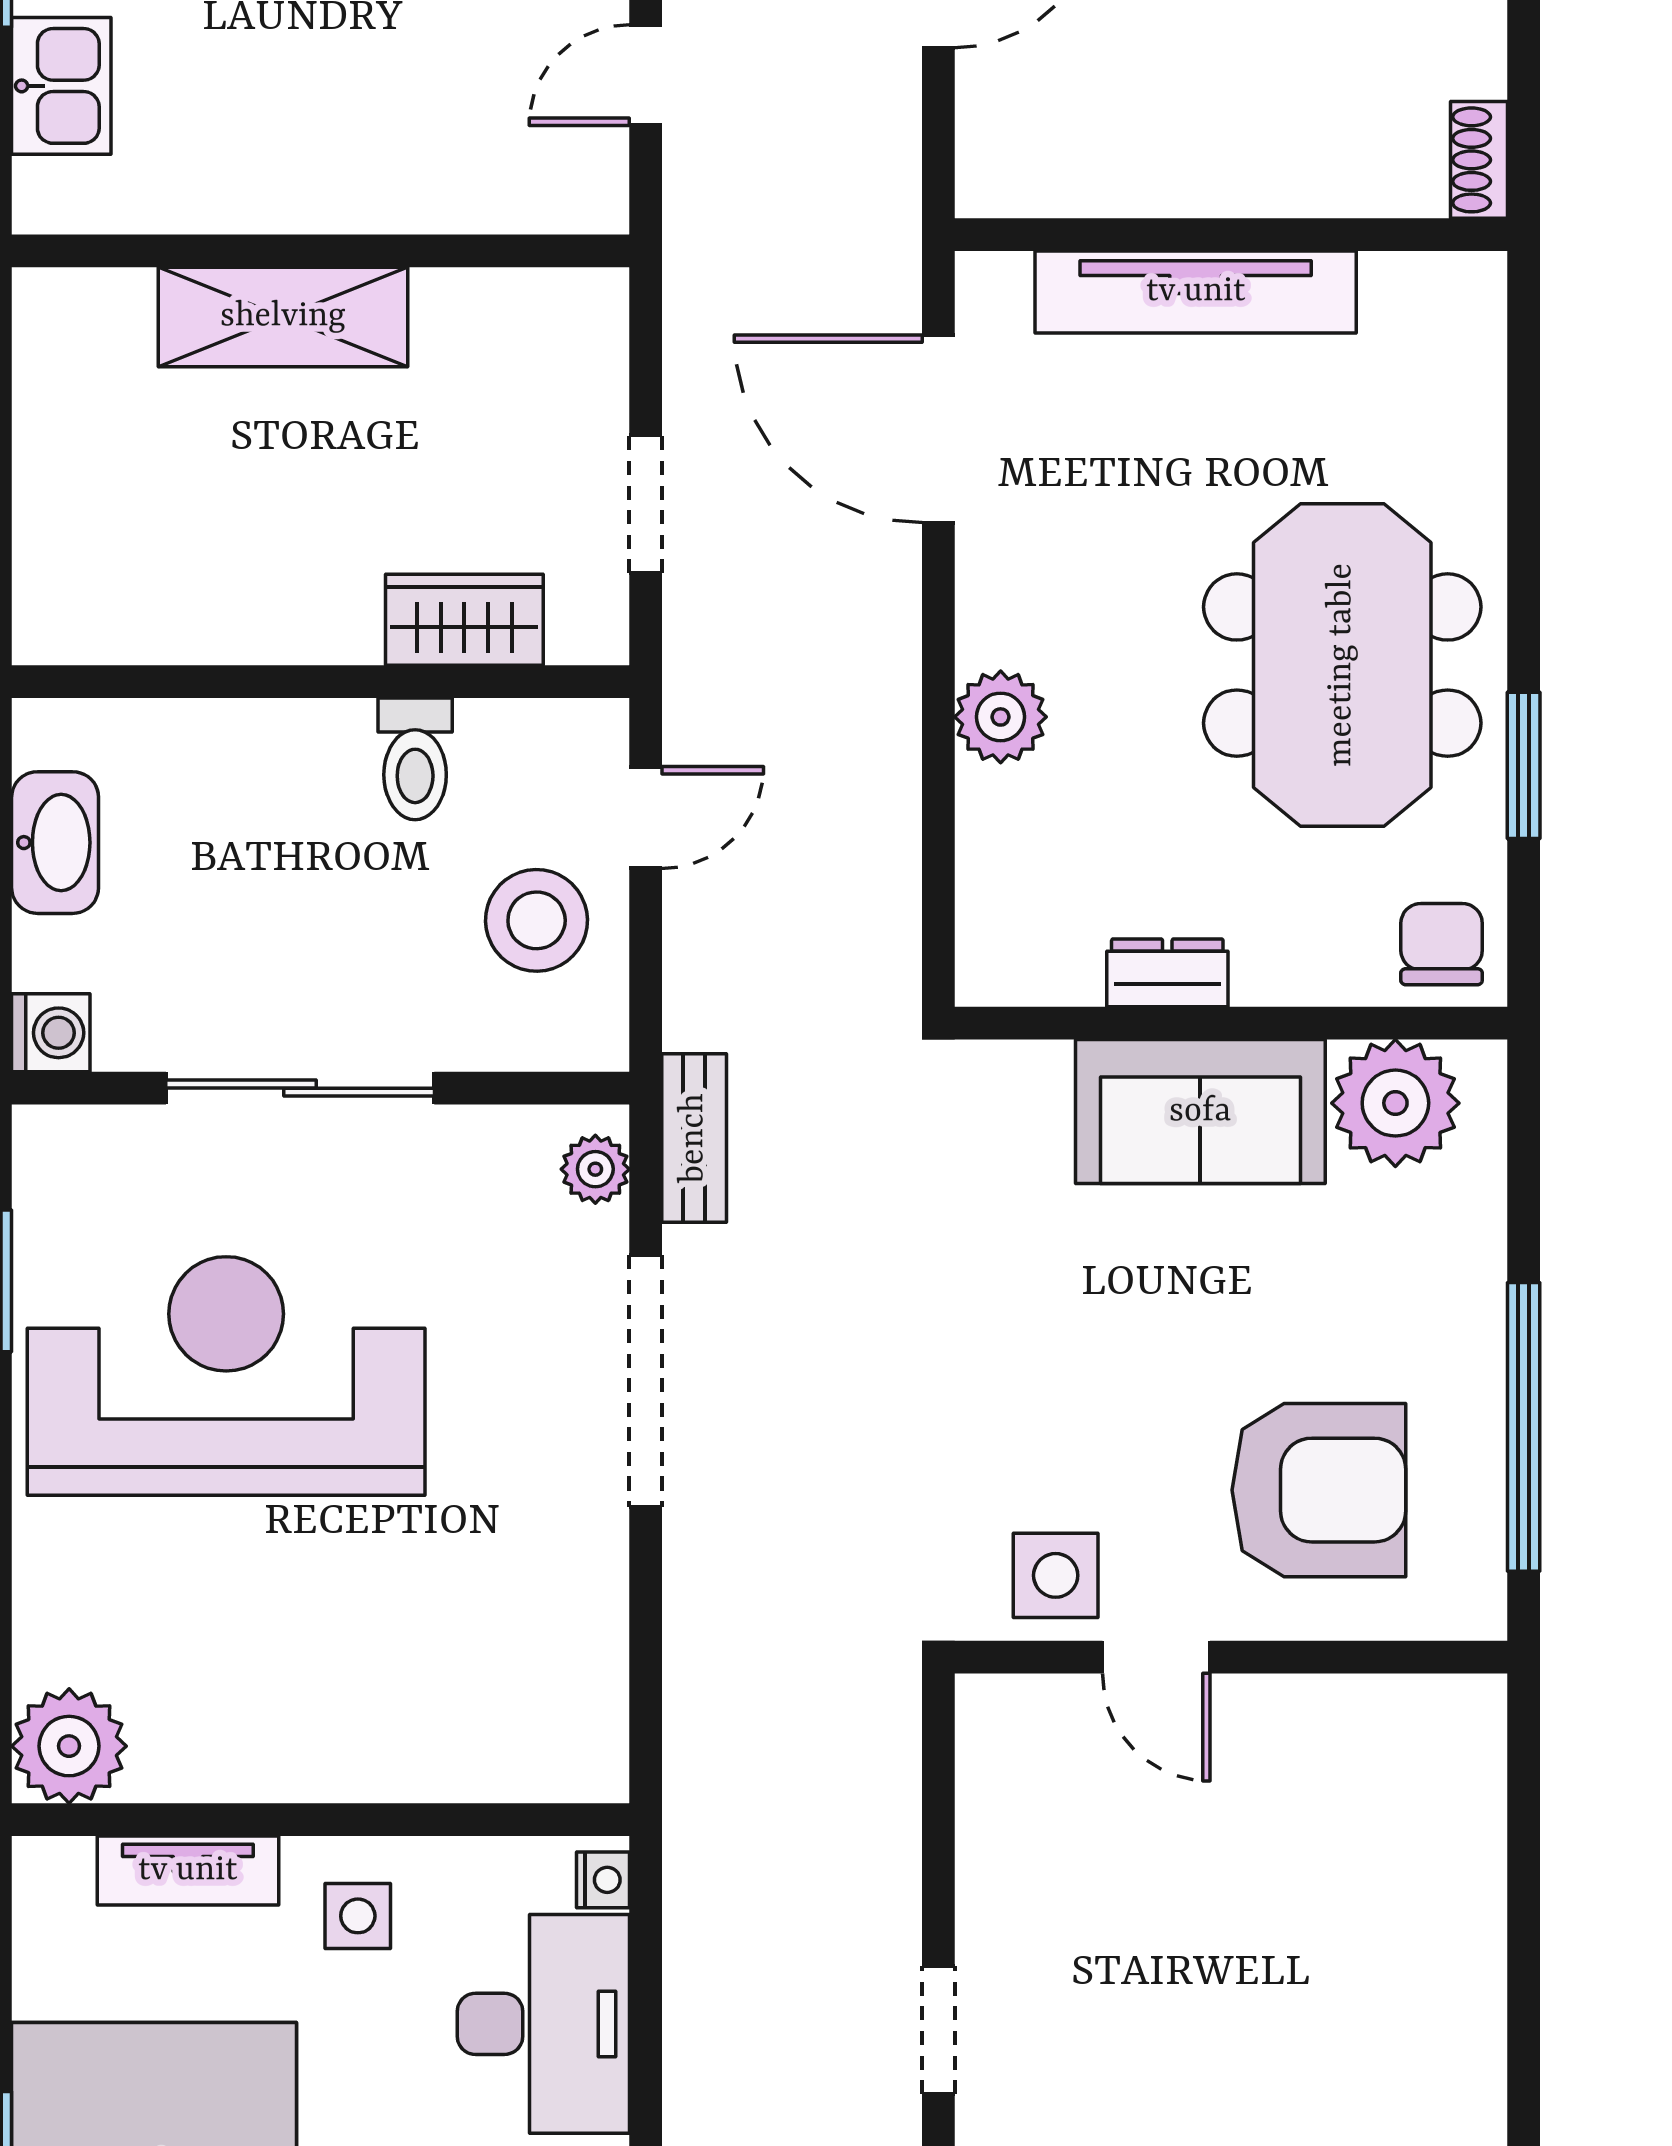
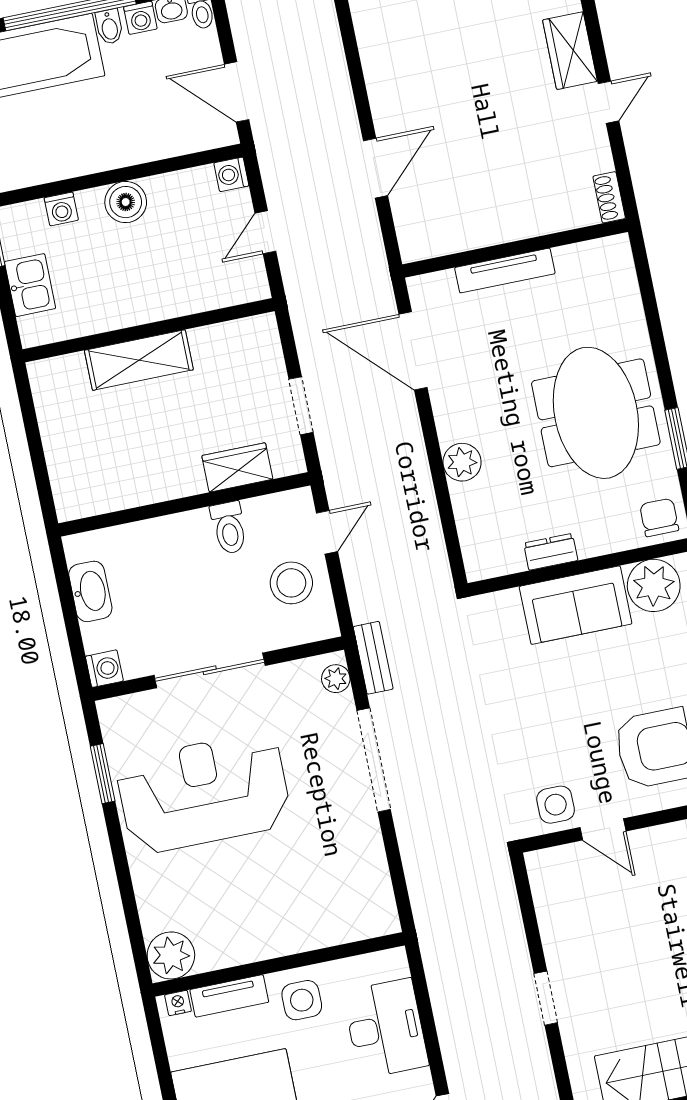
tv unit: (1196, 292) -> (505, 271), width x0.73, depth x0.78
nightstand: (603, 1880) -> (178, 1003), moved, turned -90
side table: (358, 1916) -> (302, 1000), width x1.37, depth x1.37

